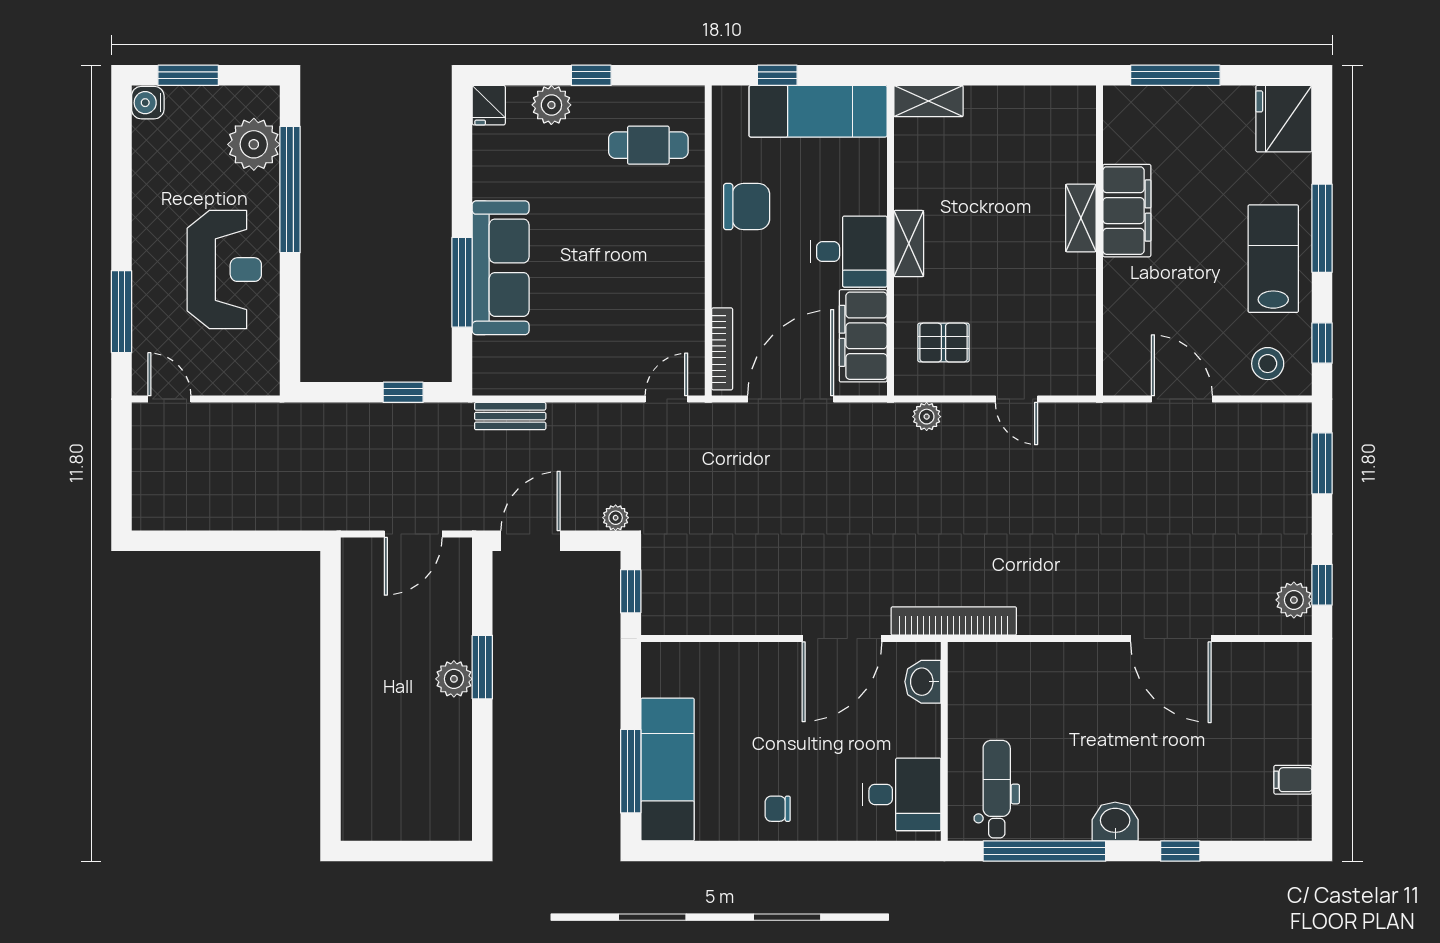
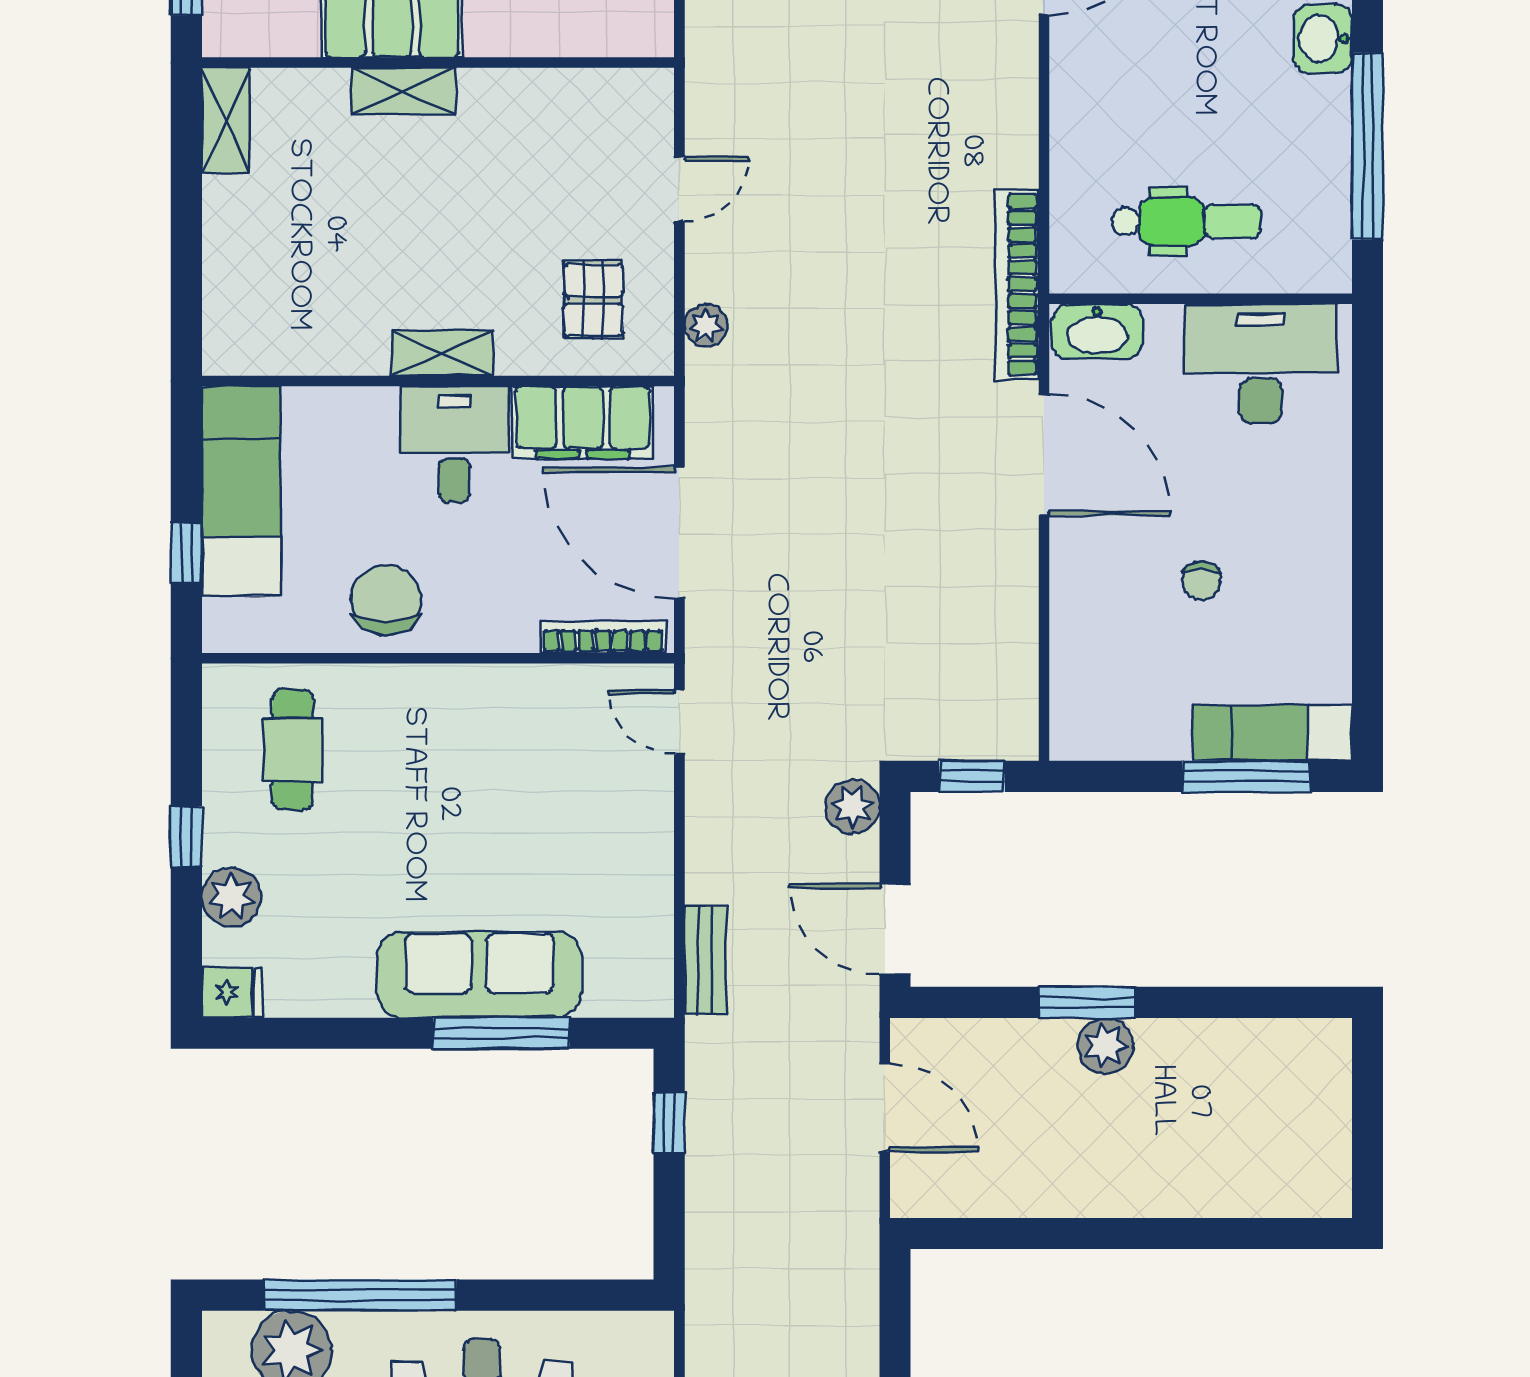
shelving: (928, 101) -> (226, 121), moved
plant: (616, 518) -> (853, 807), width x1.38, depth x1.38
washbasin: (923, 682) -> (1097, 331), width x1.38
exam couch: (668, 769) -> (1272, 733), width x0.73, depth x0.69
dental chair: (997, 789) -> (1187, 221), moved, turned 180
desk: (902, 794) -> (1261, 364), width x1.37
chair: (778, 809) -> (1201, 581), moved

